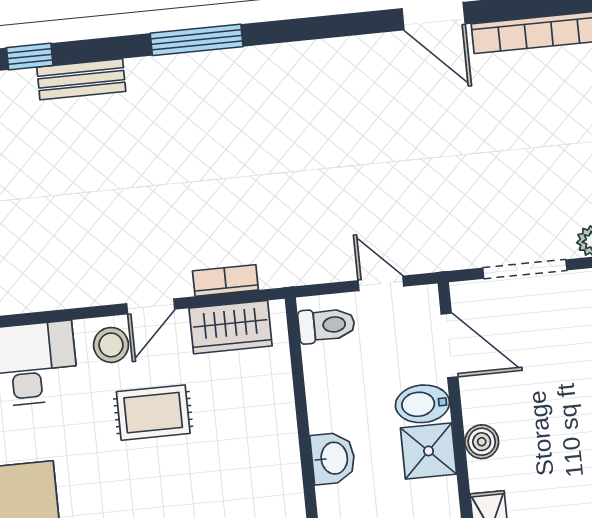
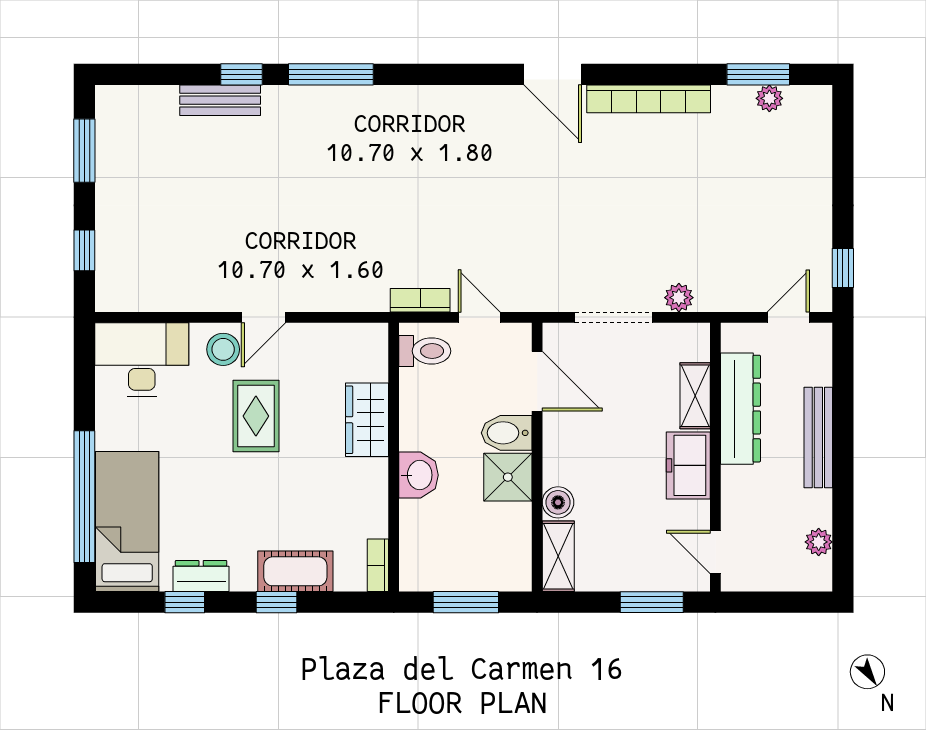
window: (30, 57) -> (241, 74), moved
bookcase: (225, 280) -> (420, 300), moved
wardrobe: (231, 327) -> (367, 420), moved, turned 90
rug: (153, 413) -> (256, 416), turned 90
boiler: (482, 442) -> (558, 502), moved

